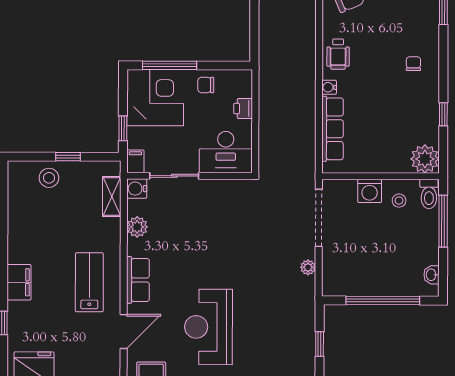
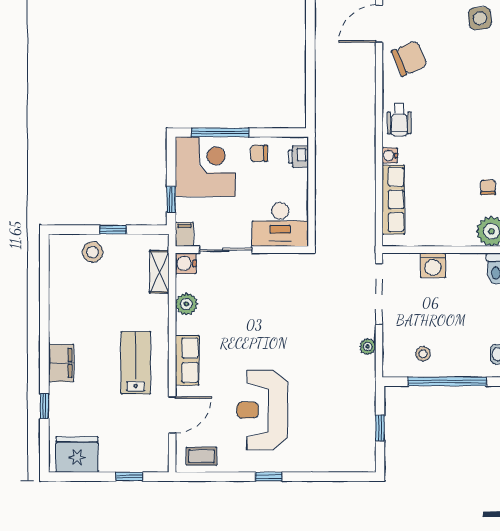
chair: (413, 64) -> (488, 187), moved
printer: (243, 109) -> (298, 157), moved
stool: (399, 201) -> (423, 354), moved

